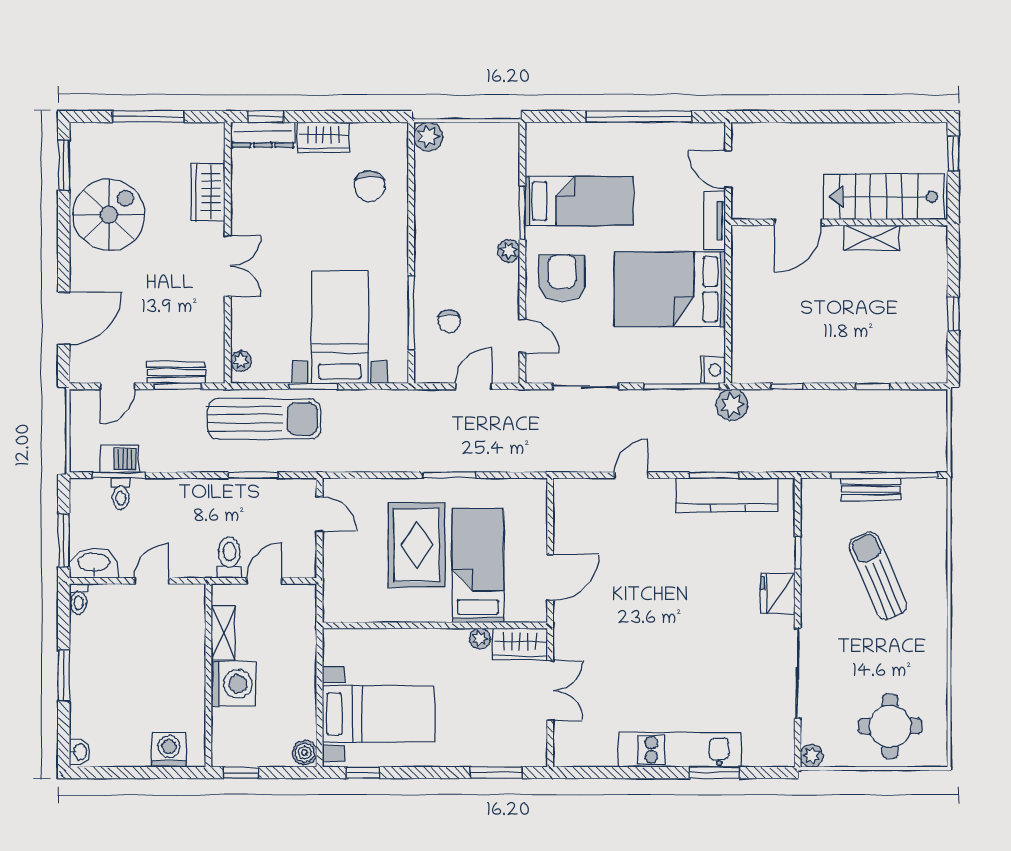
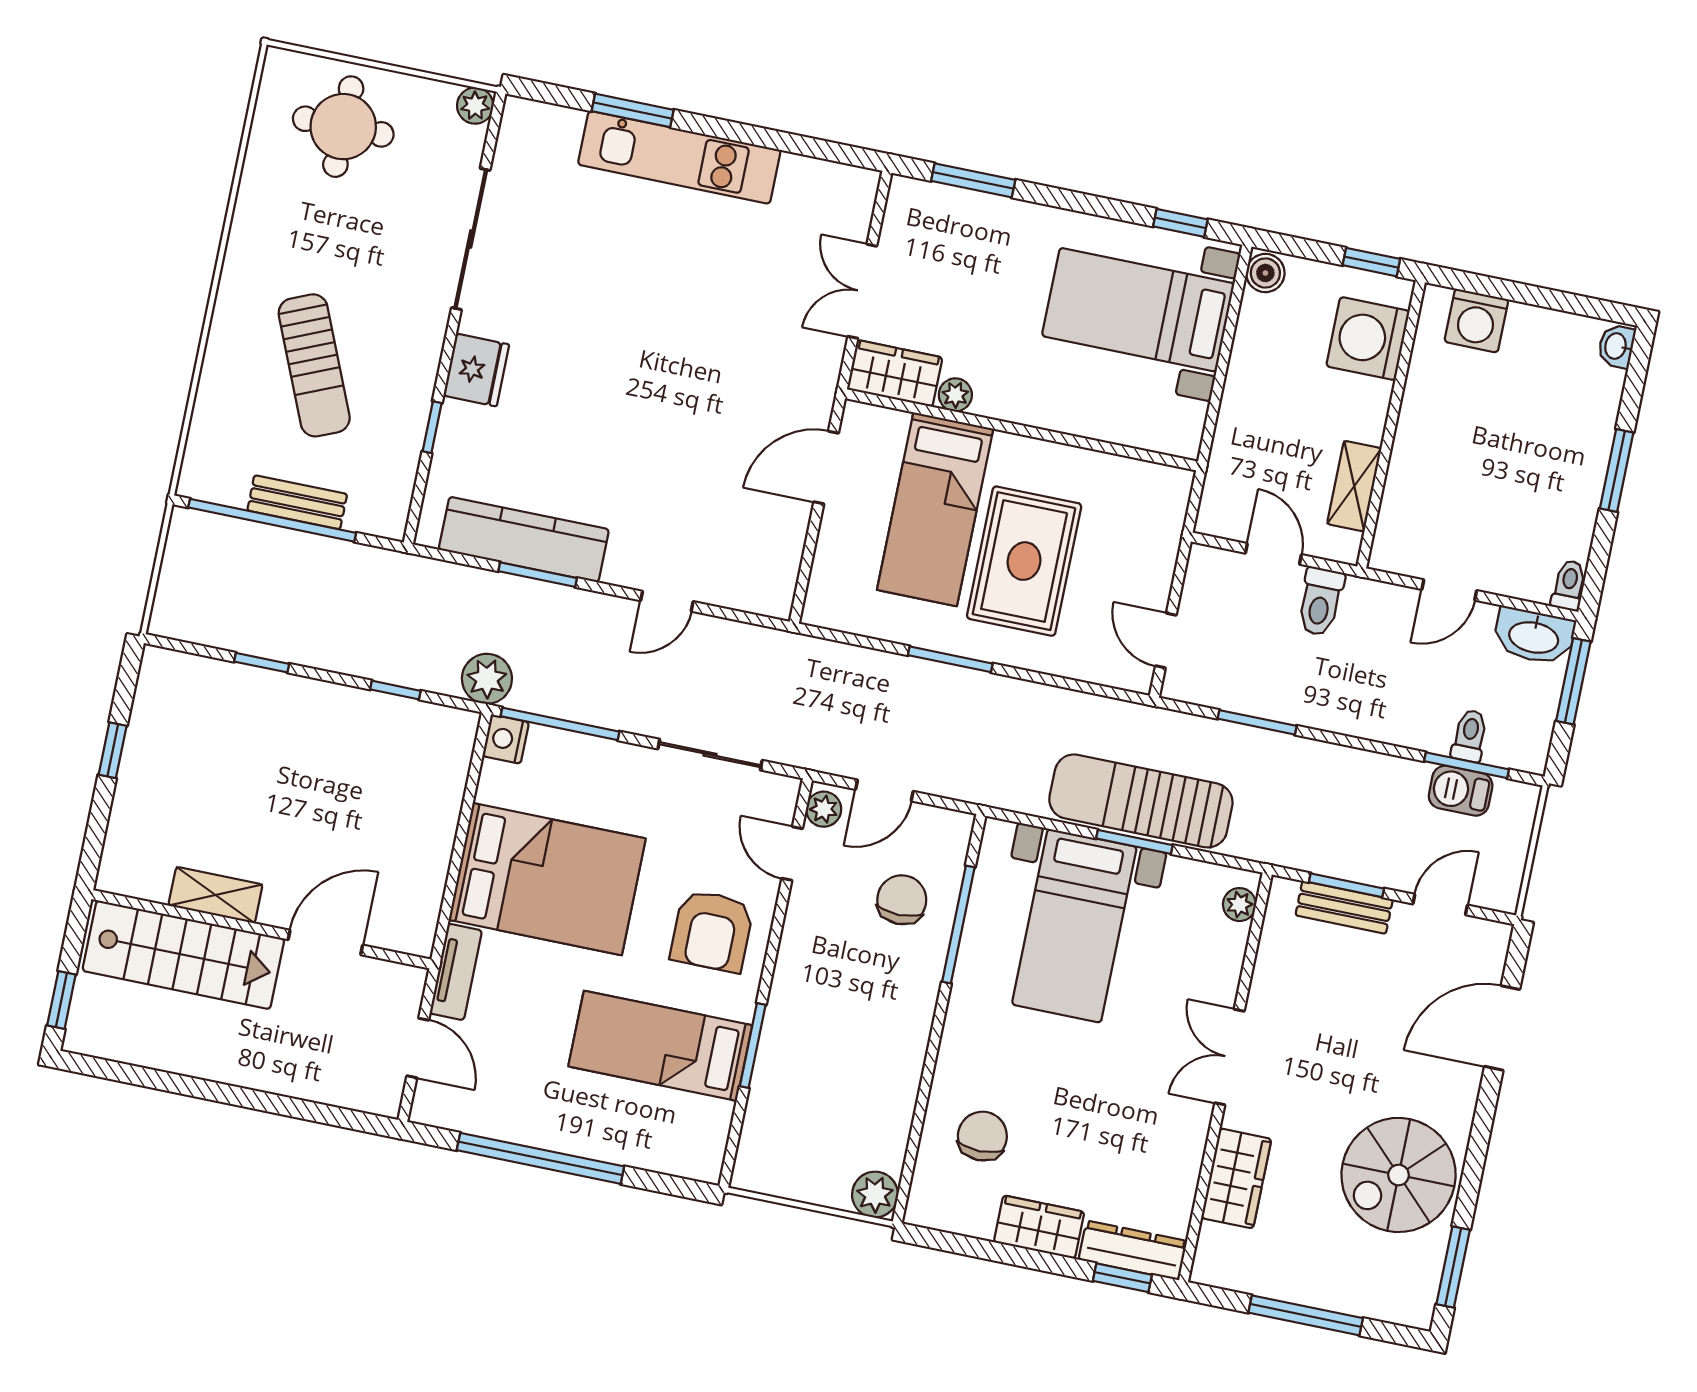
plant: (509, 251) -> (824, 809), moved
chair: (449, 321) -> (902, 900), width x1.37, depth x1.37
sun lounger: (264, 419) -> (1141, 801), moved
door: (264, 581) -> (1273, 554), swing flipped
washing machine: (233, 684) -> (1368, 339), moved

